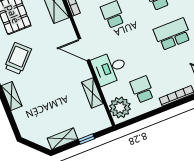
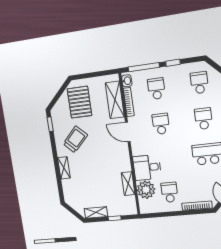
door: (84, 50) -> (128, 132), moved
plant: (120, 107) -> (146, 190), moved

